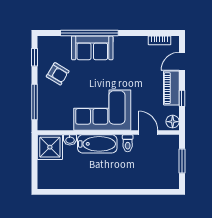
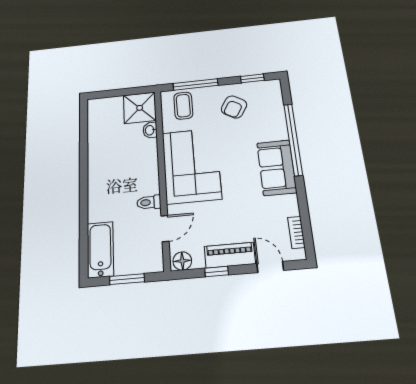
sofa: (92, 48) -> (277, 168), moved
coffee table: (52, 113) -> (183, 106), added
bathtub: (97, 144) -> (100, 250), moved, turned 180

